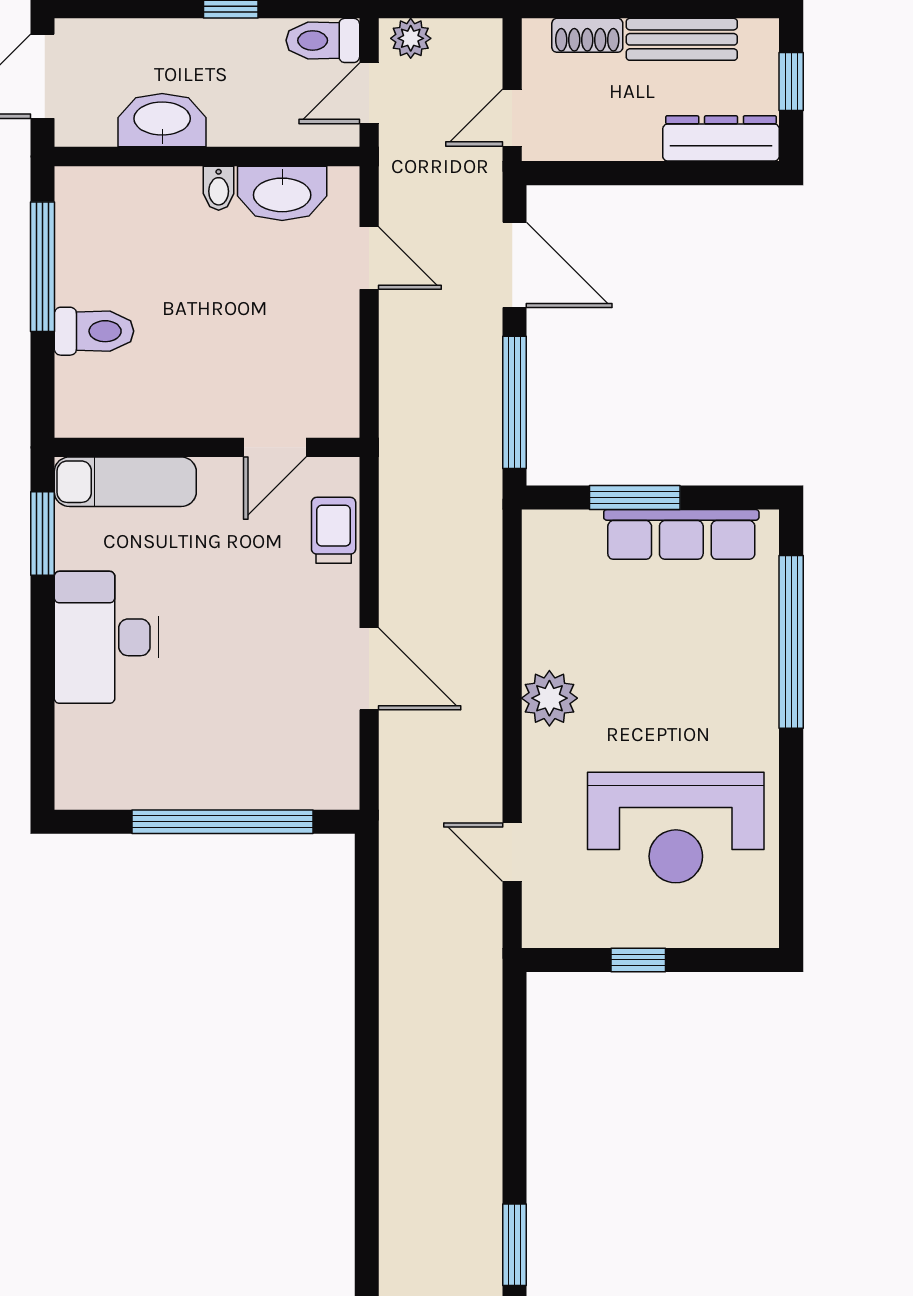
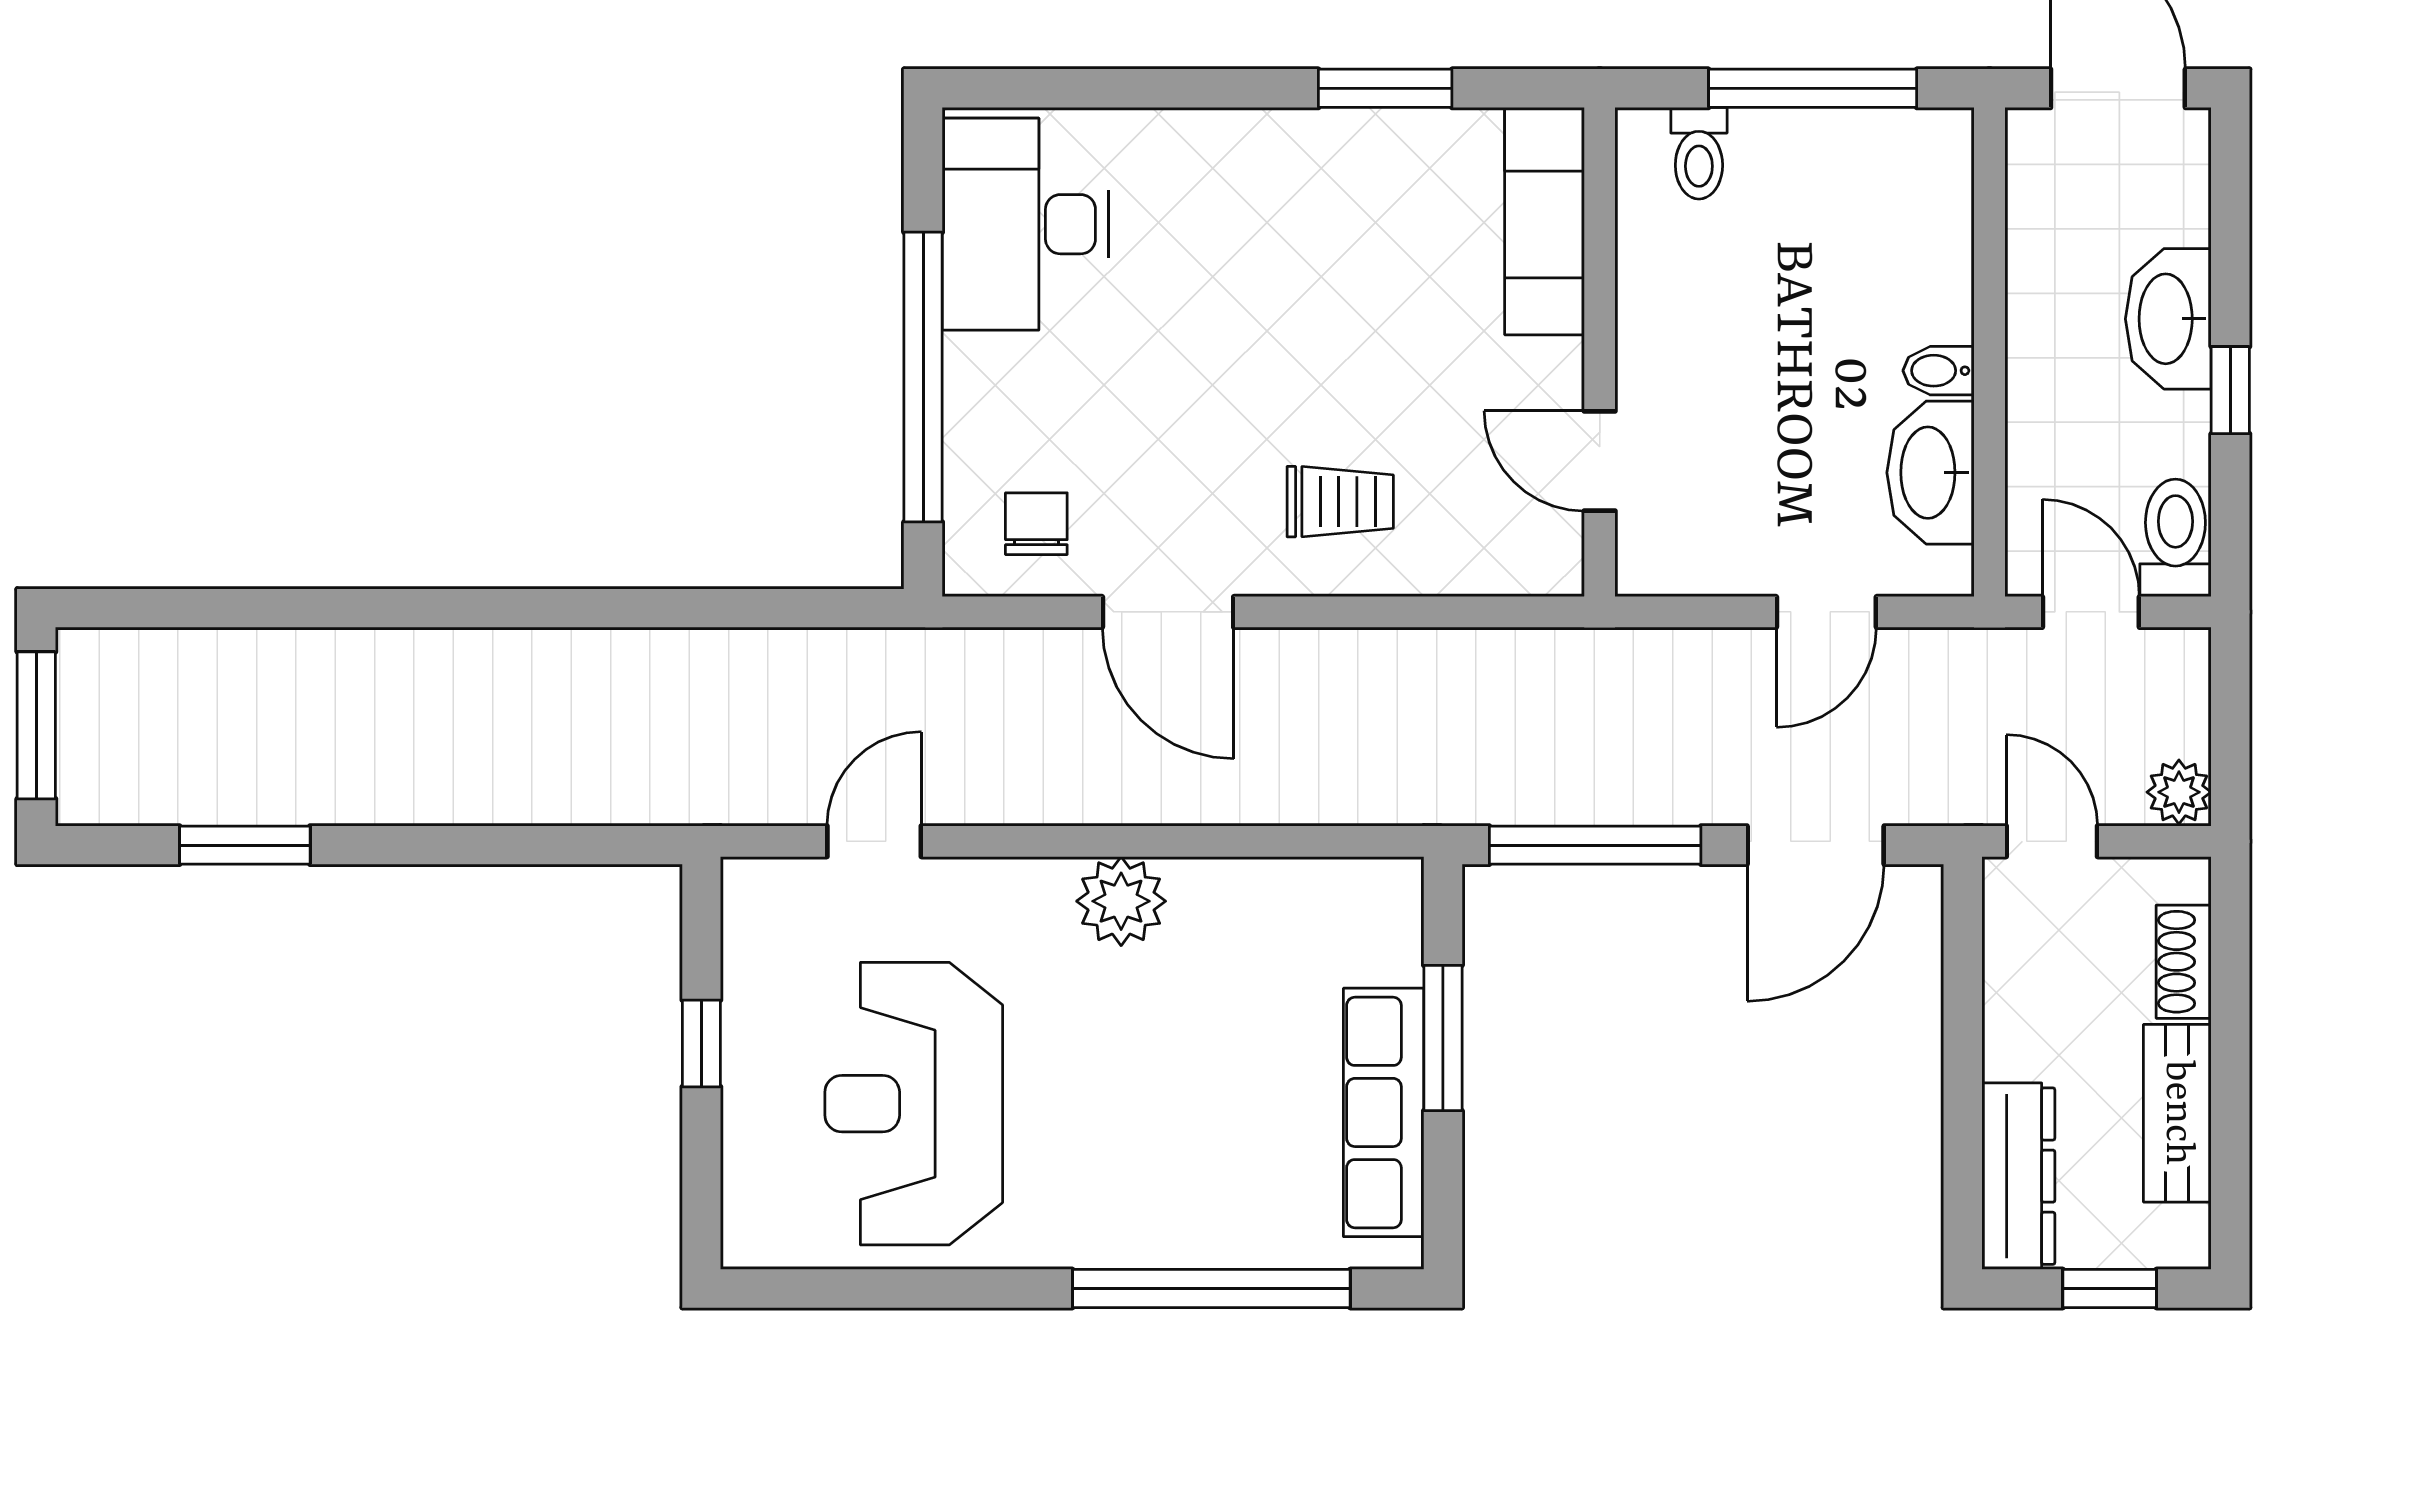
plant: (411, 38) -> (2179, 792), moved
washbasin: (162, 120) -> (2168, 319), moved, turned 180
toilet: (94, 331) -> (1699, 153), width x0.73, depth x0.72
wall: (207, 447) -> (1600, 352), moved
door: (275, 447) -> (1600, 461), moved
exam couch: (125, 482) -> (1544, 221), moved
trolley: (334, 530) -> (1340, 502), moved
desk: (106, 637) -> (1025, 224), moved, turned -90
door: (369, 669) -> (1168, 612), hinge flipped
chair: (314, 751) -> (1036, 524), added

